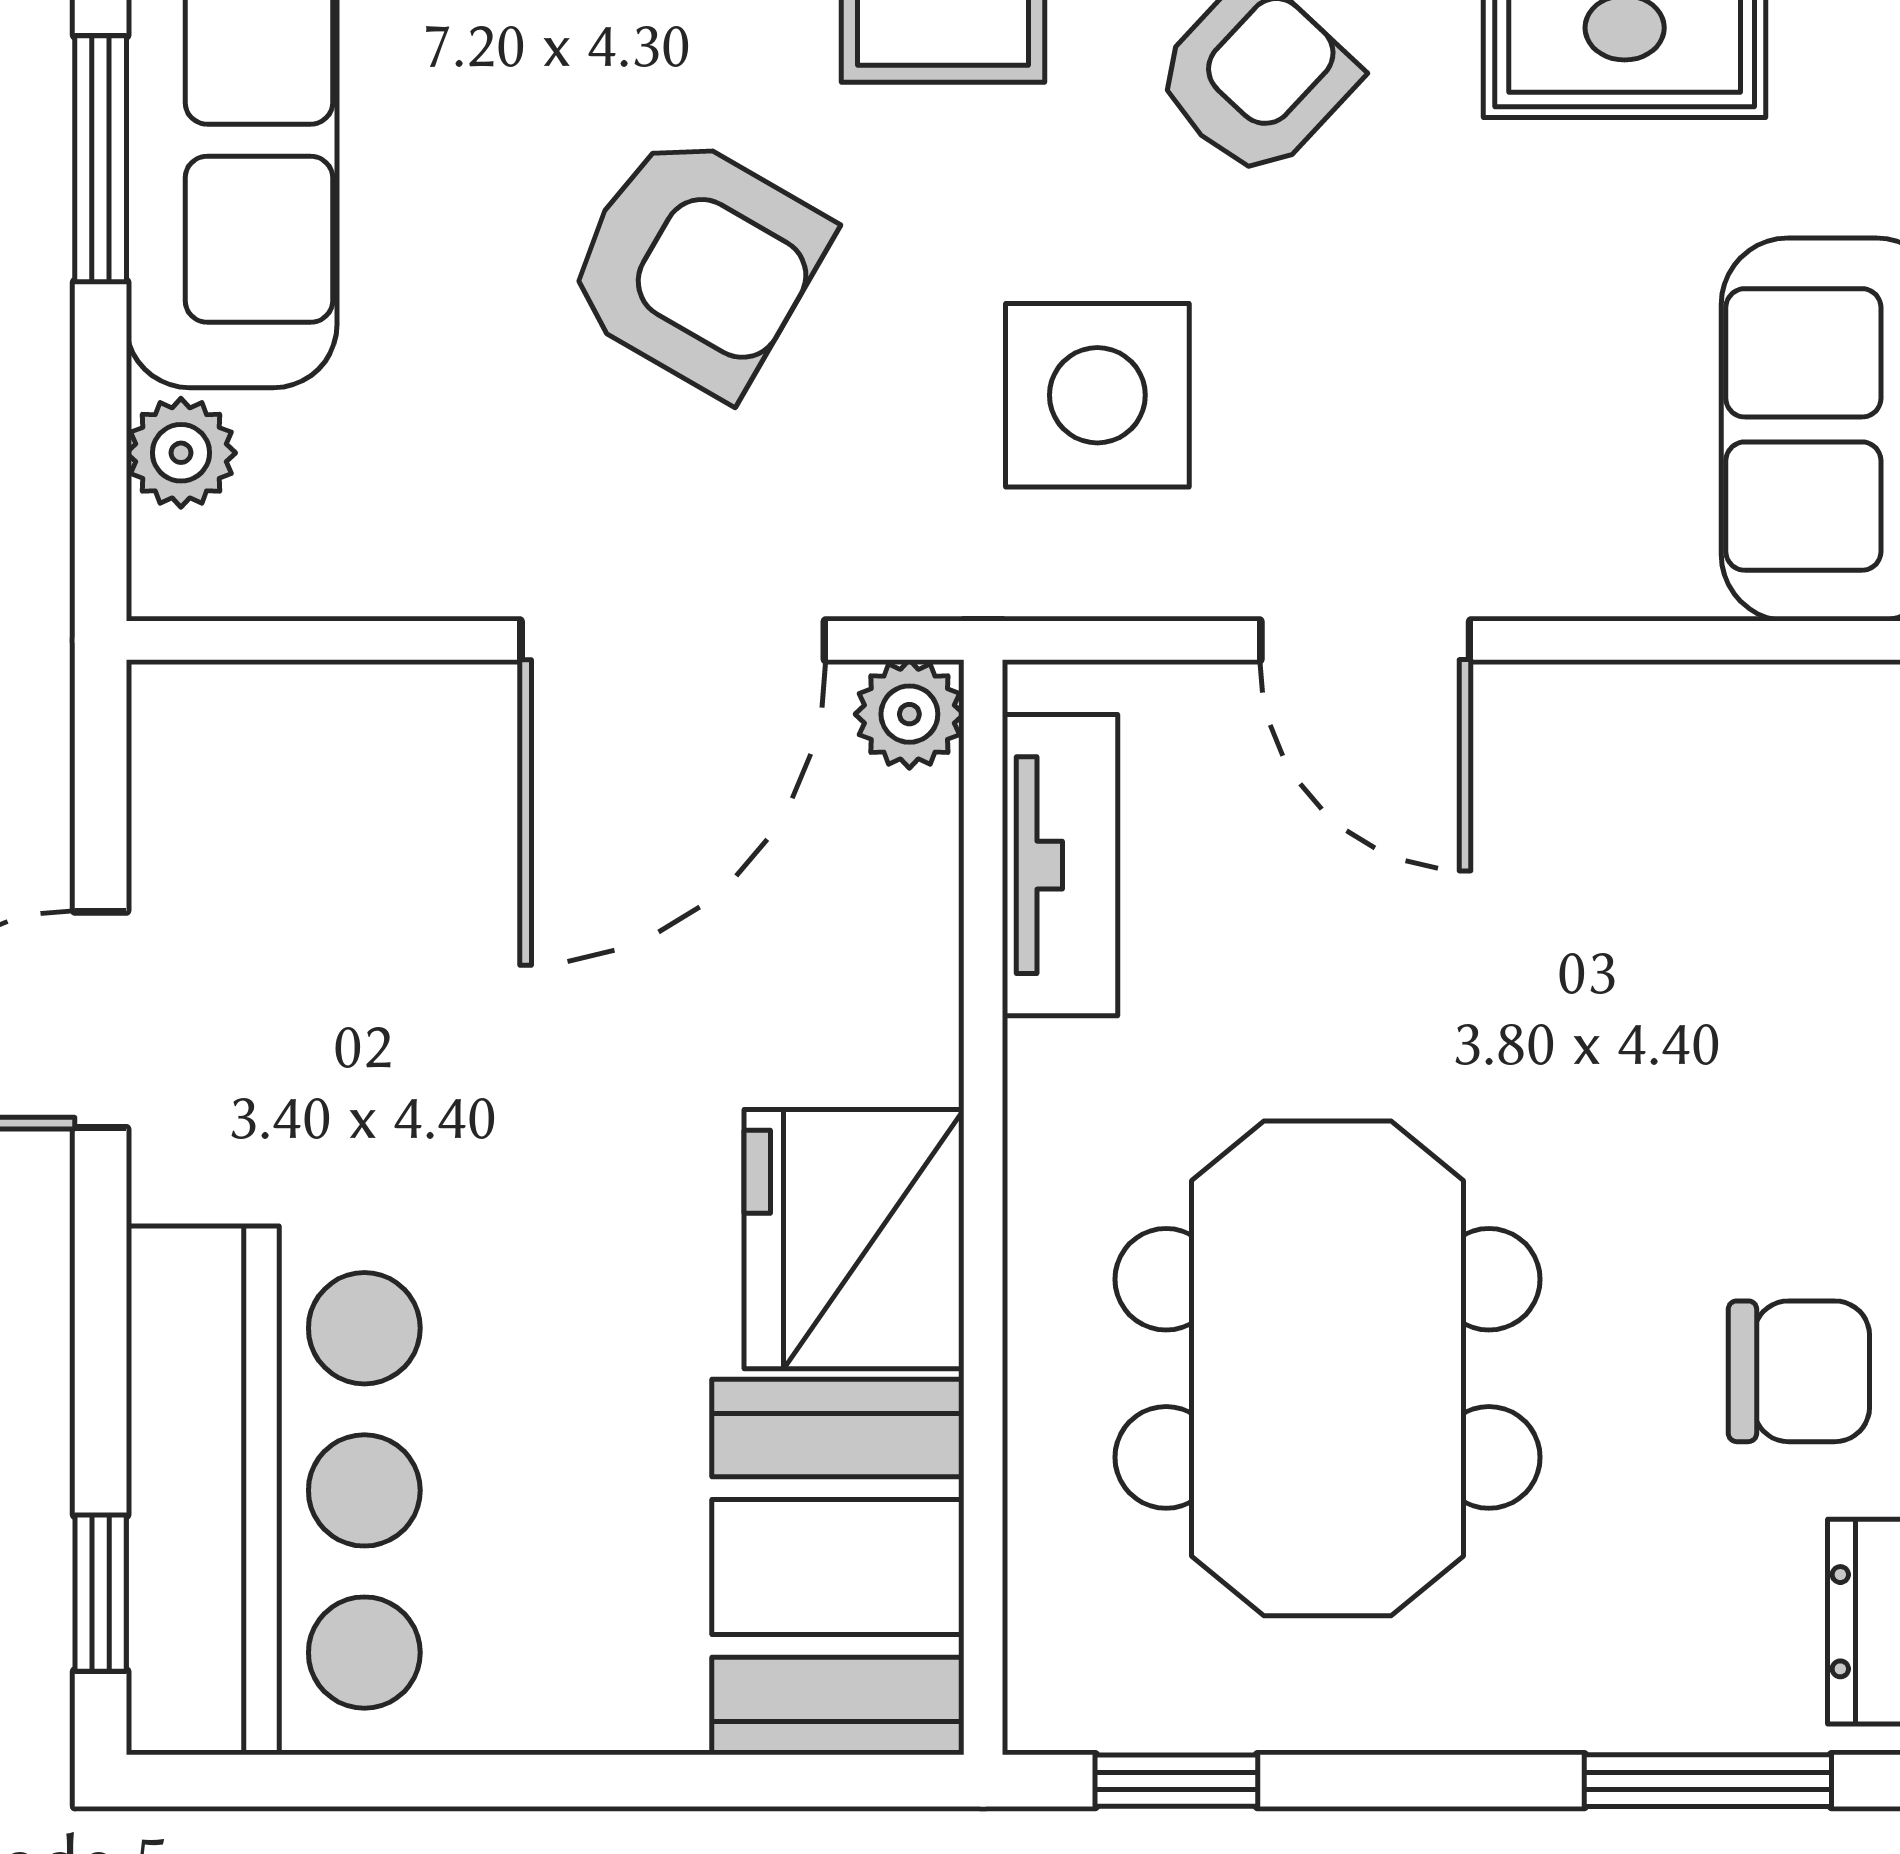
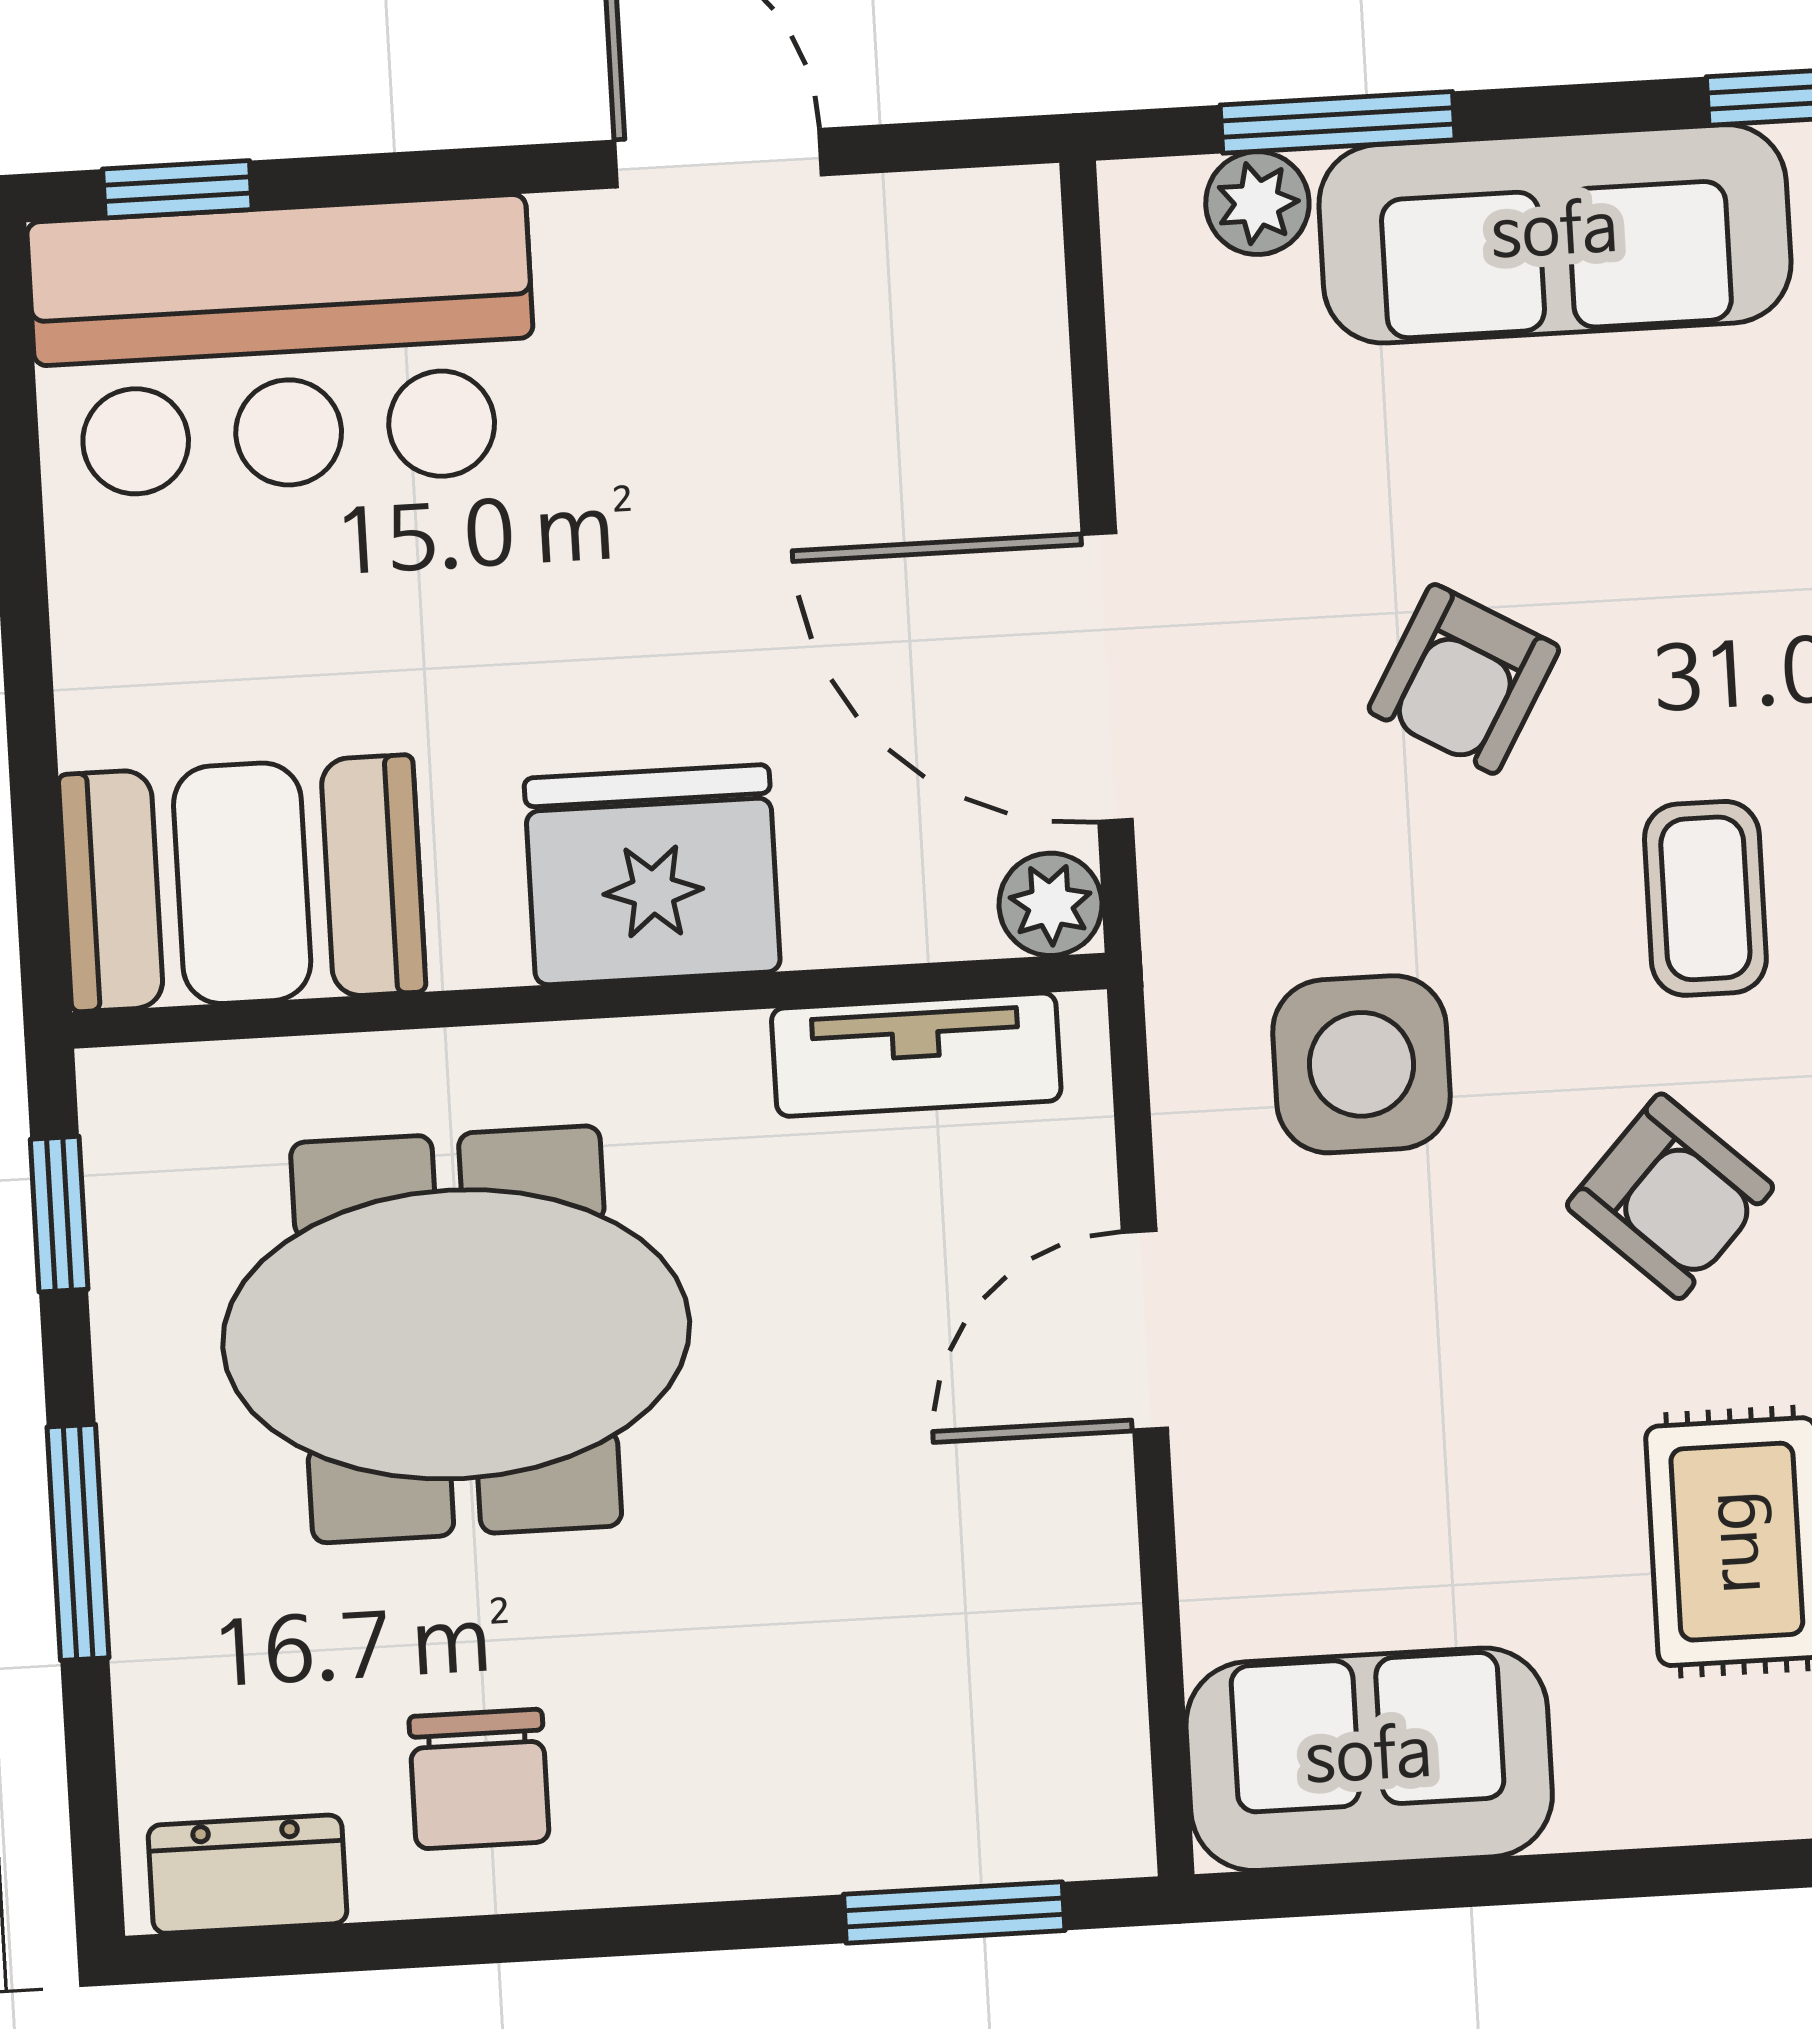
window: (101, 159) -> (1338, 122), moved
armchair: (696, 264) -> (1464, 679), width x0.72, depth x0.72
fridge: (854, 1239) -> (652, 875), moved
window: (1708, 1781) -> (78, 1542), moved

